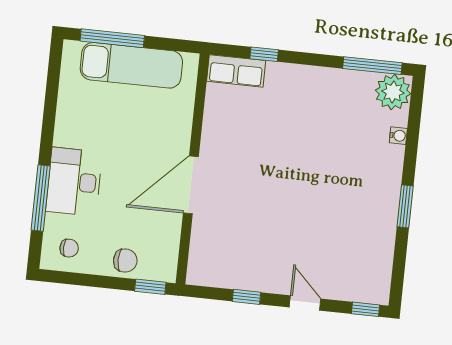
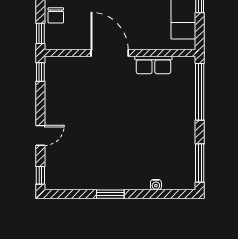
window: (264, 54) -> (200, 92), width x3.17
row of seats: (236, 71) -> (153, 65), moved, turned -90
plant: (393, 92) -> (184, 178), removed
window: (246, 297) -> (40, 72), moved

